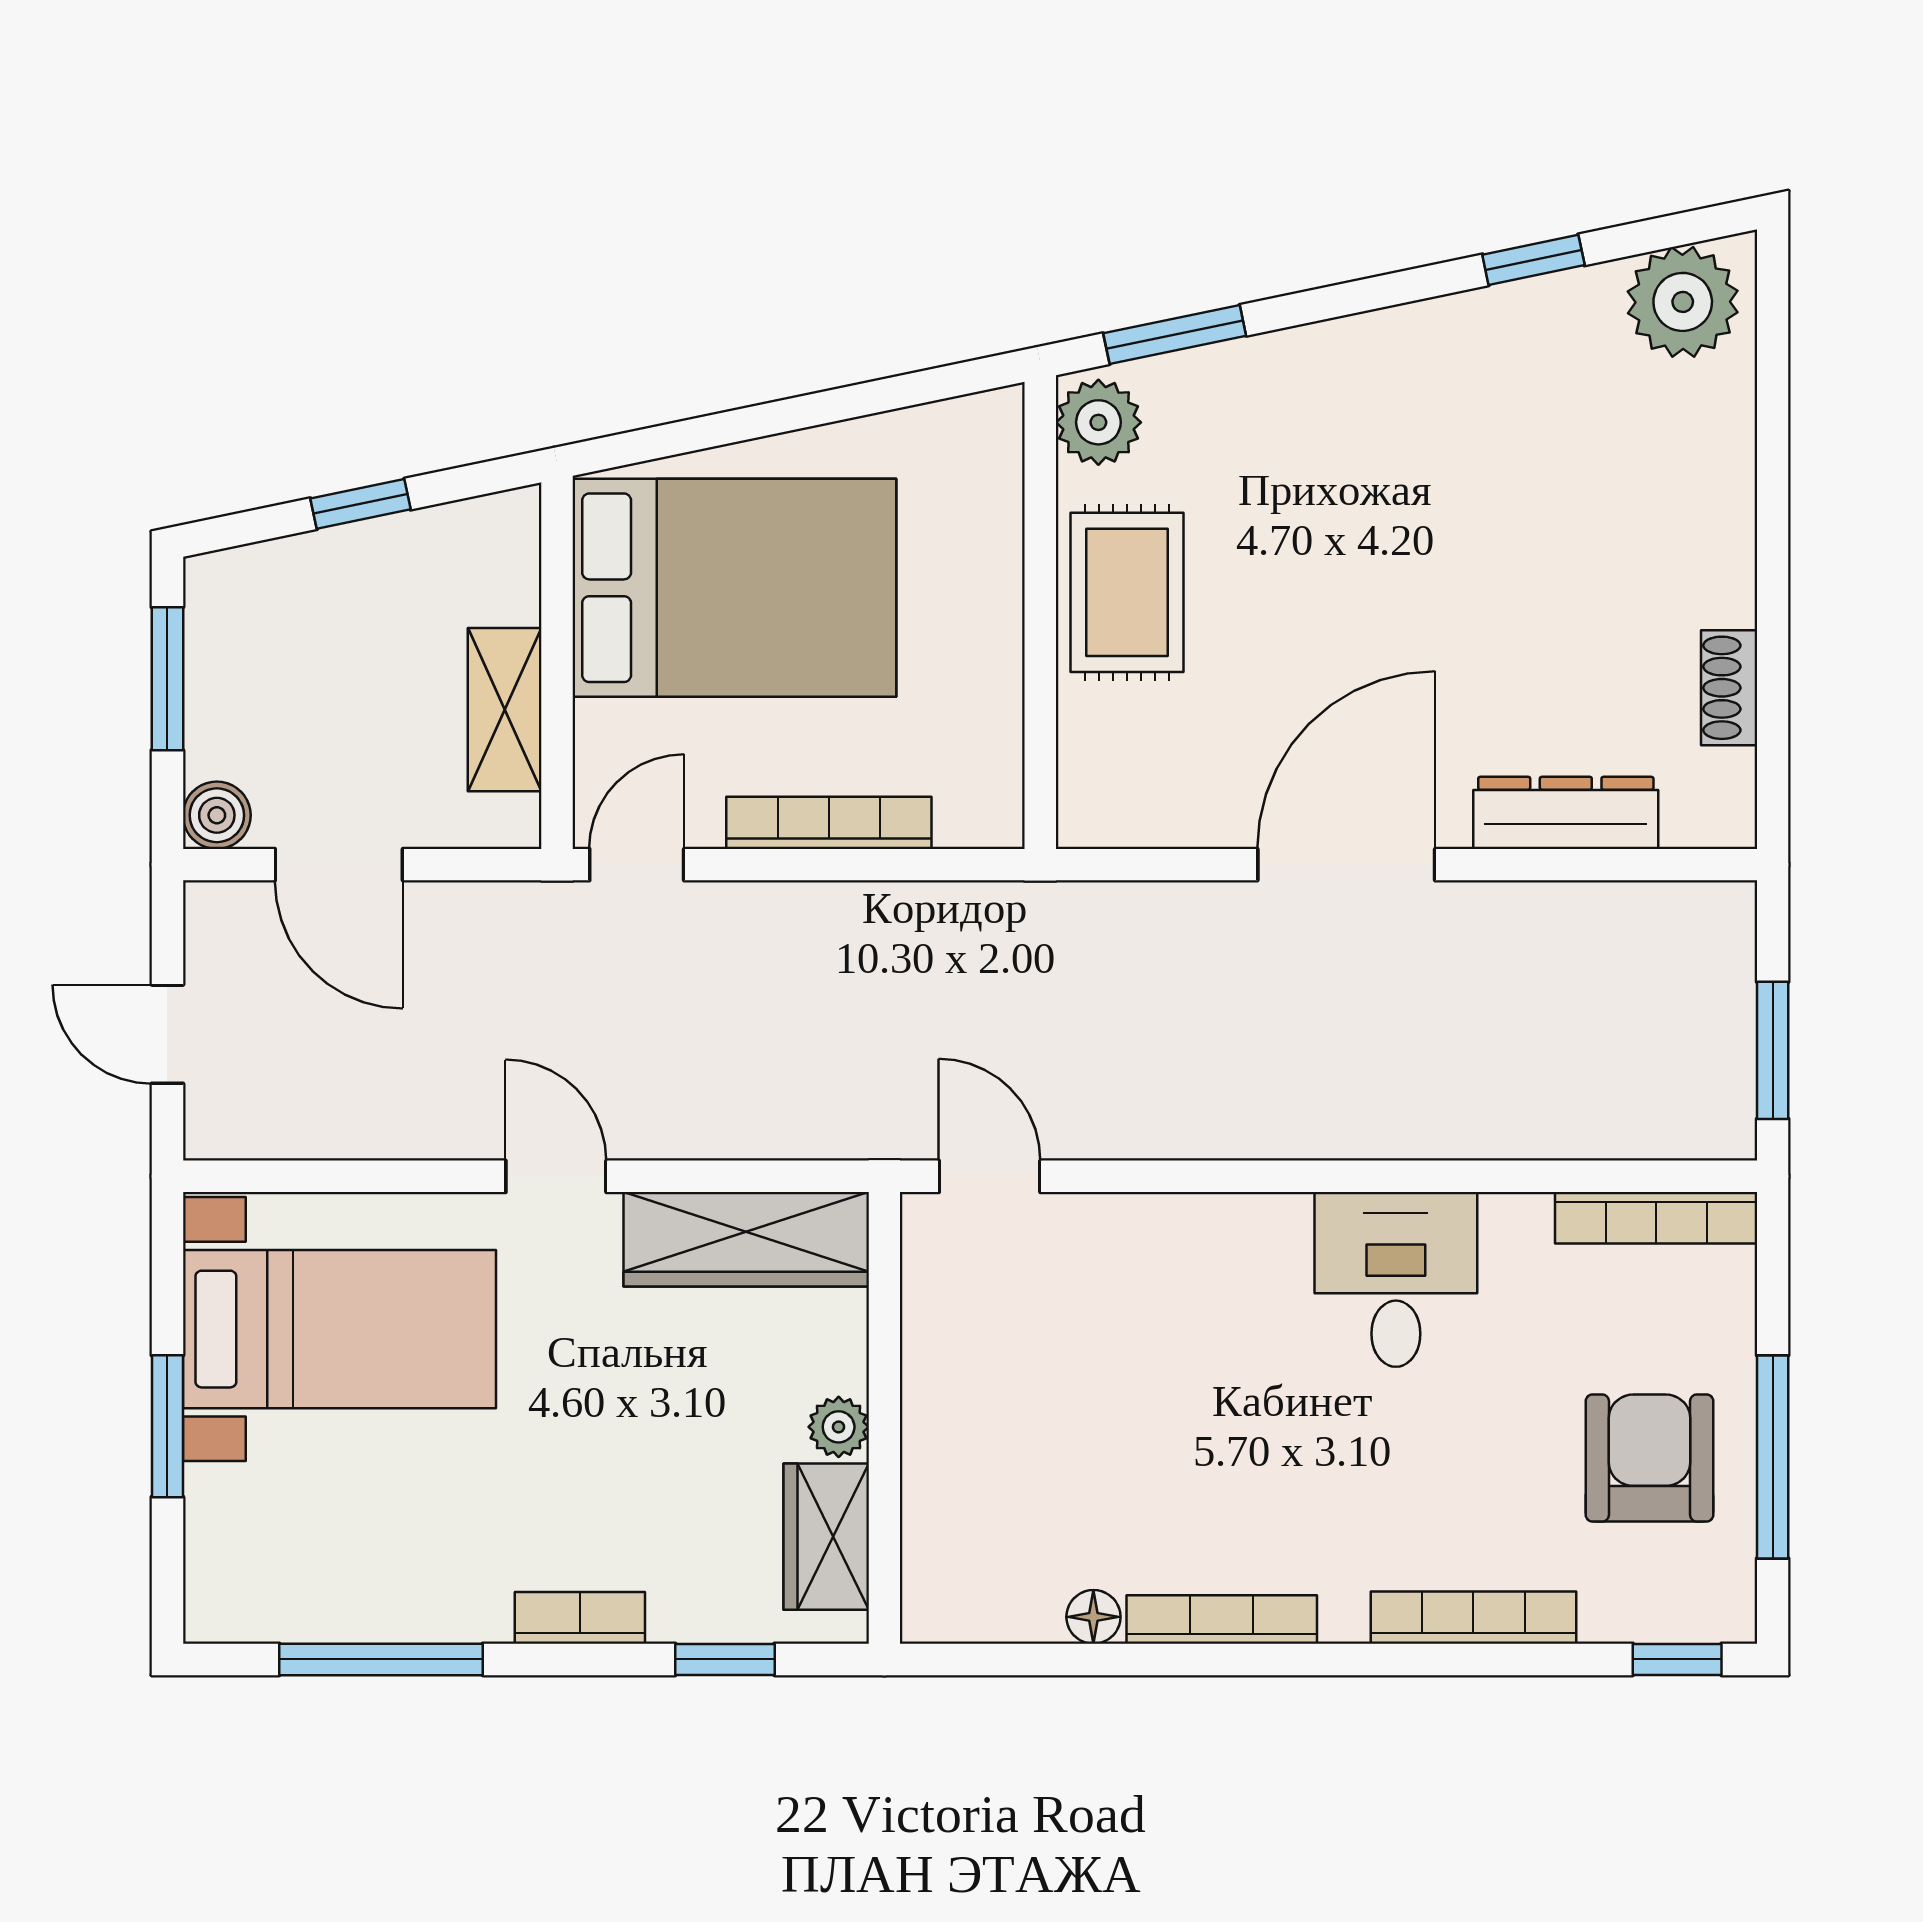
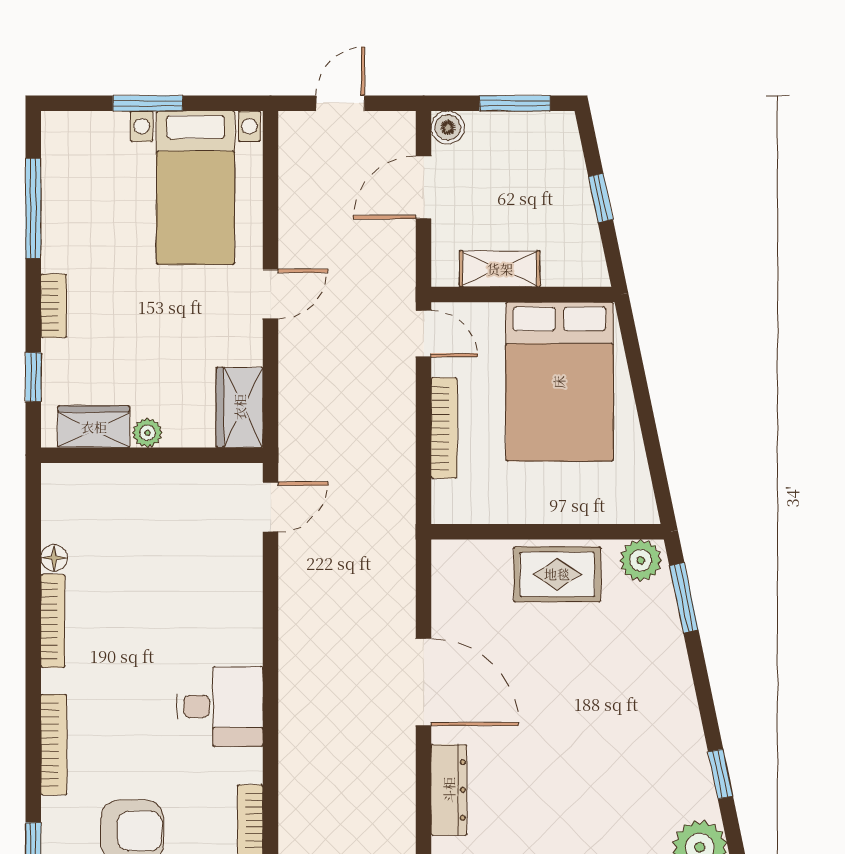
wardrobe: (746, 1239) -> (240, 407), width x0.67

